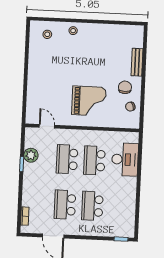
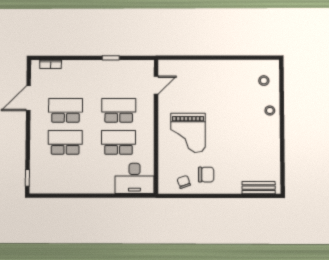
bench: (137, 62) -> (259, 188), moved
plant: (31, 155) -> (122, 68), removed
desk: (125, 159) -> (134, 178), moved

